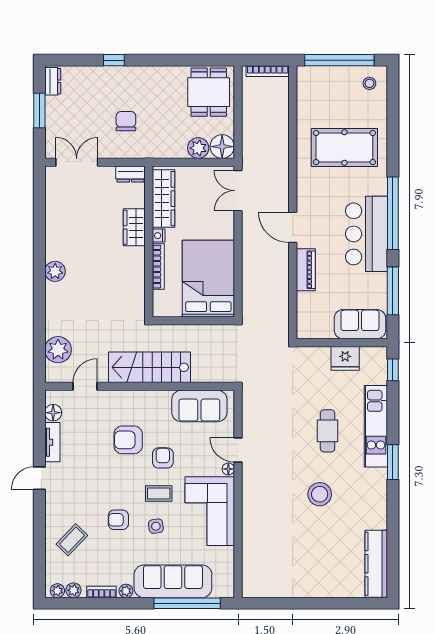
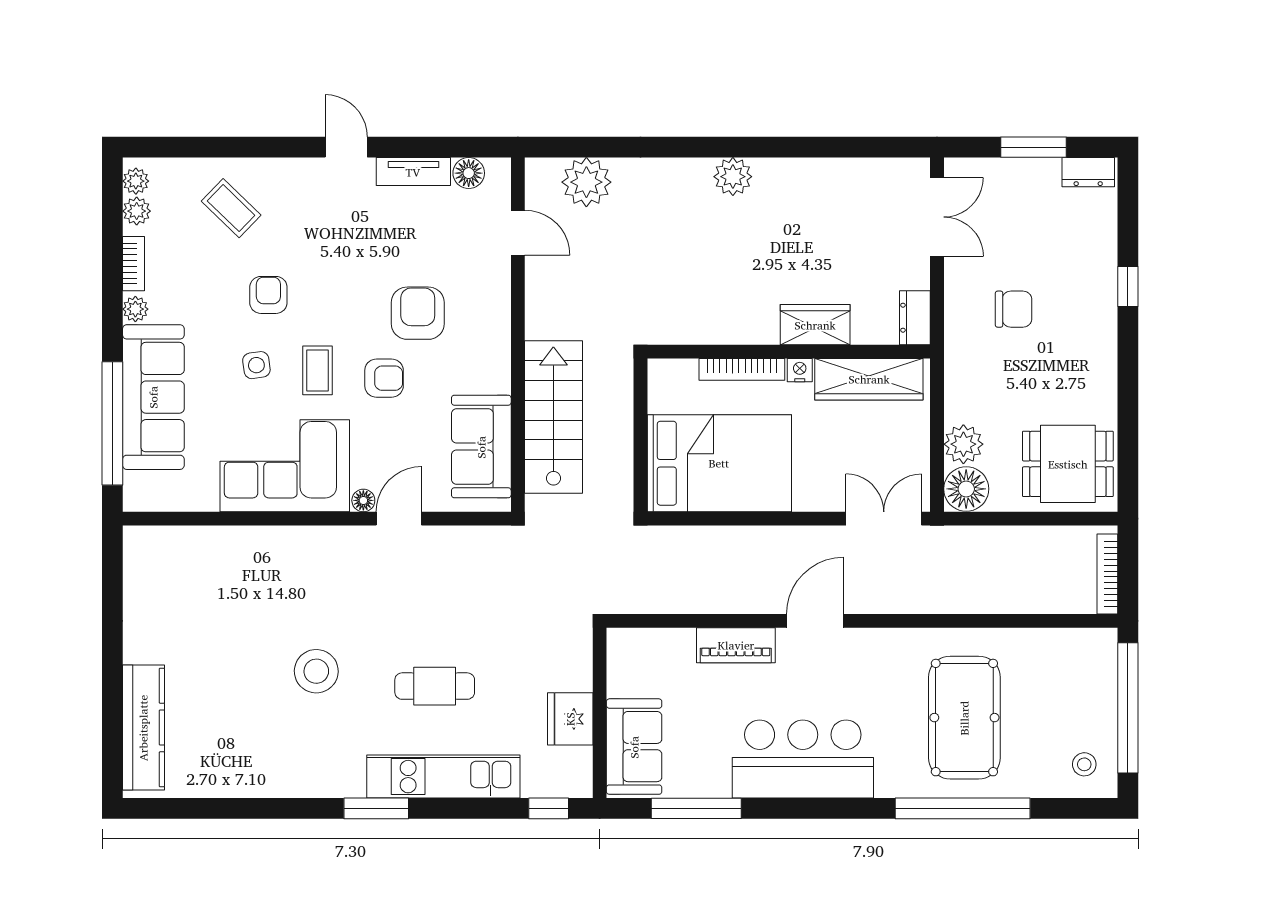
window: (393, 213) -> (963, 808), moved
stairs: (150, 367) -> (553, 417), moved
kitchen counter: (376, 564) -> (143, 728), moved, turned 90

